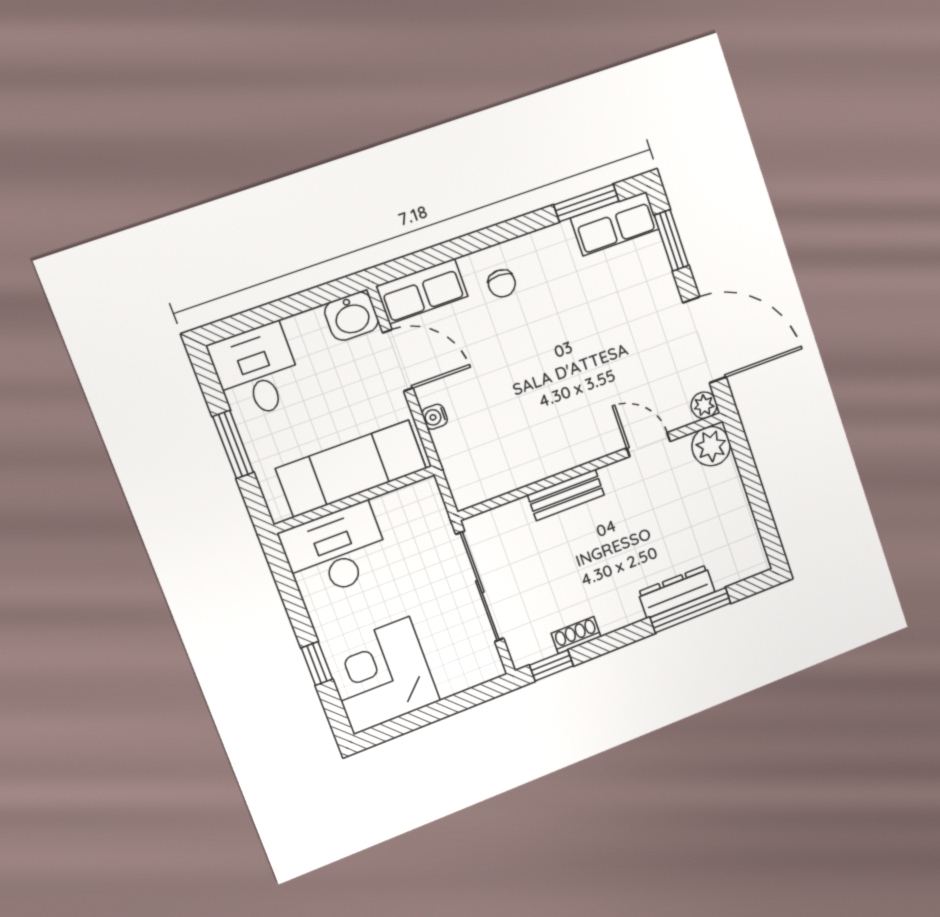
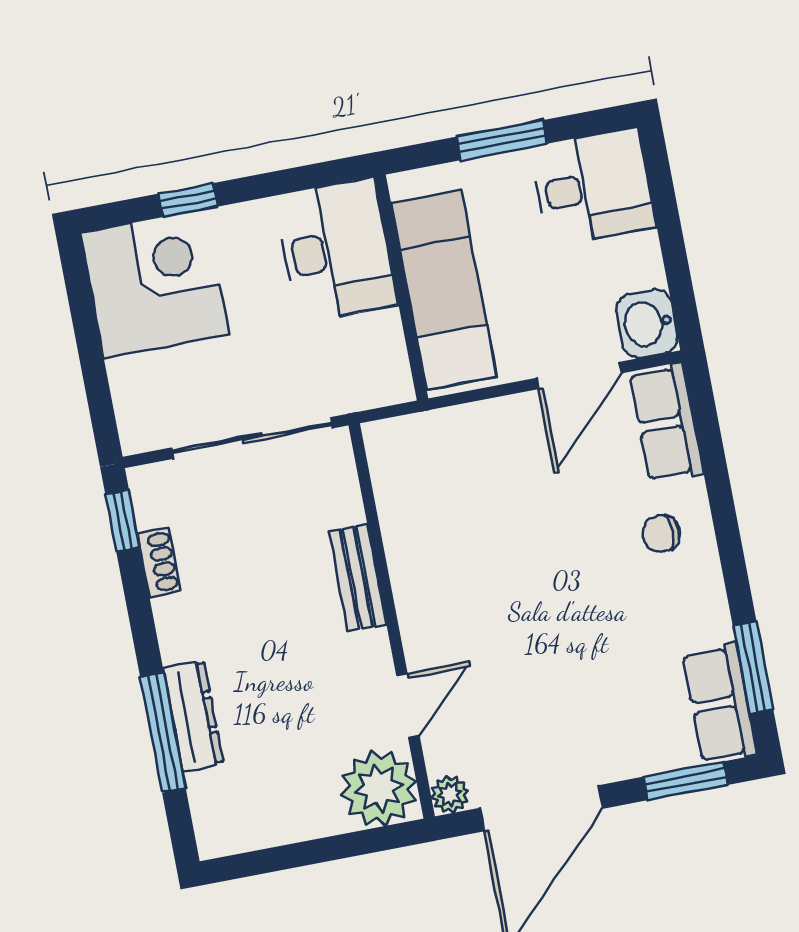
water cooler: (435, 417) -> (495, 413), removed
plant: (711, 446) -> (379, 788), width x1.36, depth x1.36

